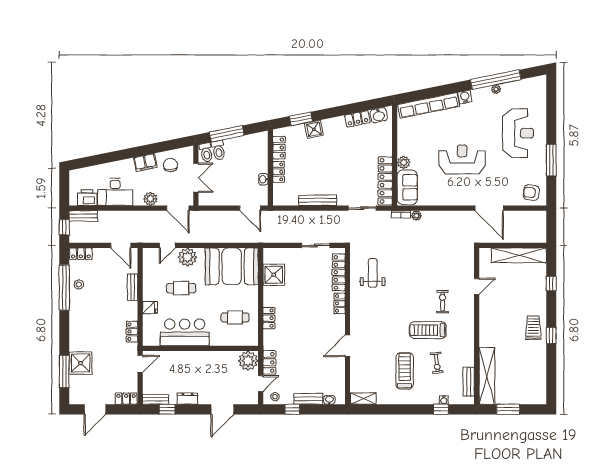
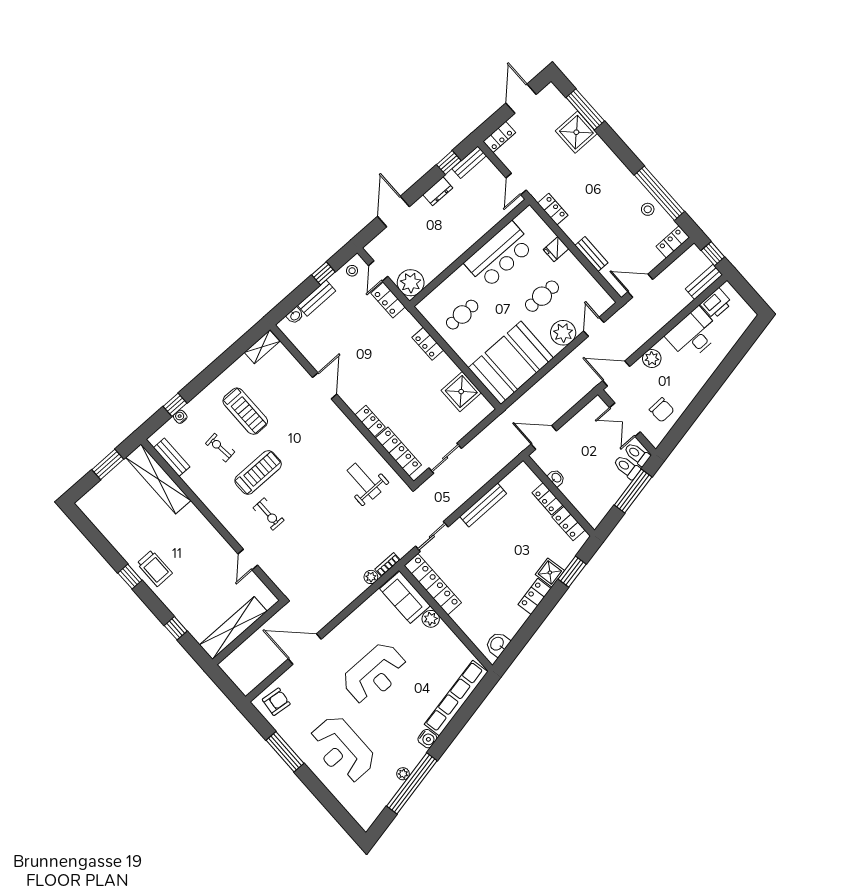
locker: (357, 119) -> (534, 596), moved
filing cabinet: (145, 162) -> (689, 390), removed
weight bench: (373, 273) -> (364, 481), turned 180

